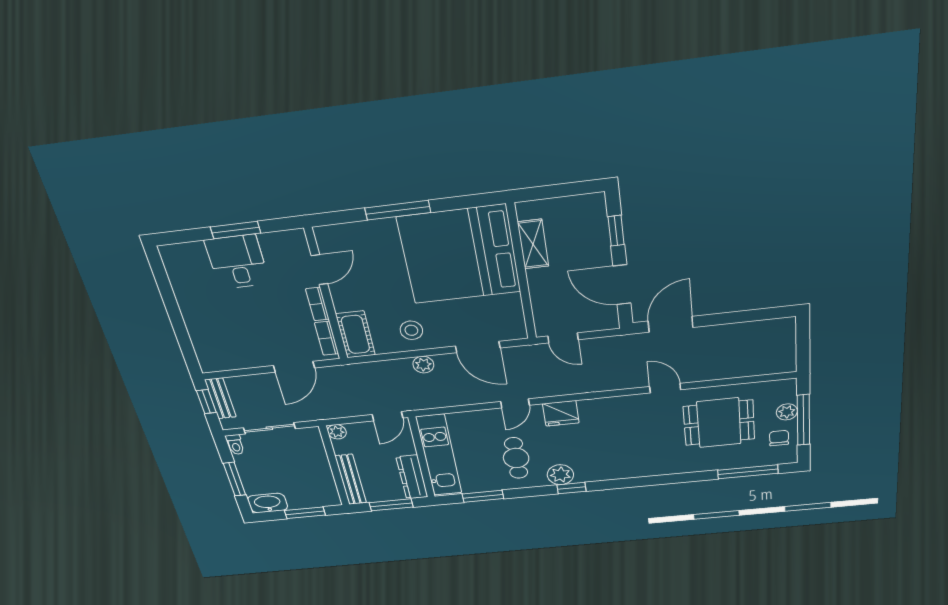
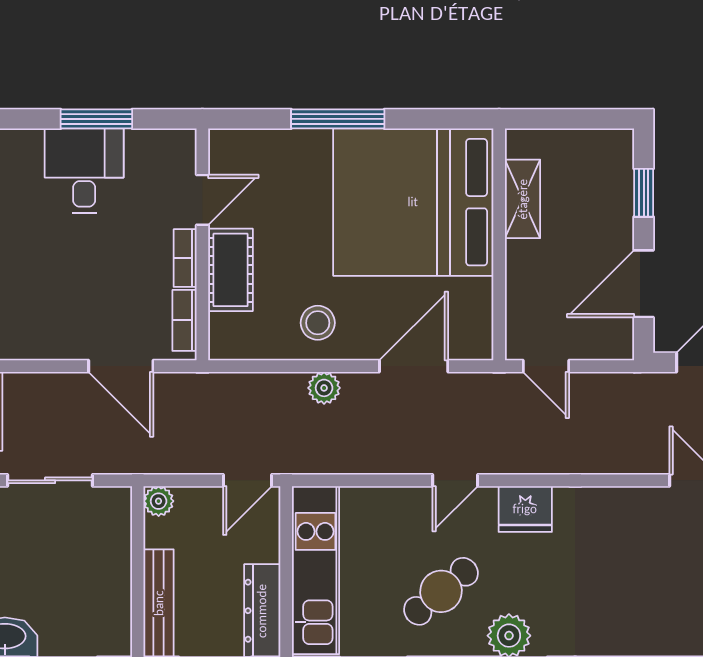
door: (622, 285) -> (644, 284), hinge flipped
cot: (355, 334) -> (231, 270), moved
door: (478, 347) -> (414, 366), swing flipped
door: (294, 367) -> (121, 366), hinge flipped
cafe table: (516, 458) -> (441, 591), turned 50

